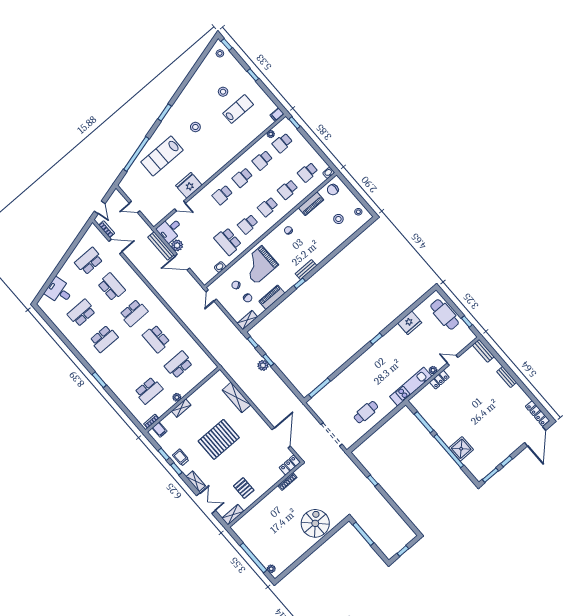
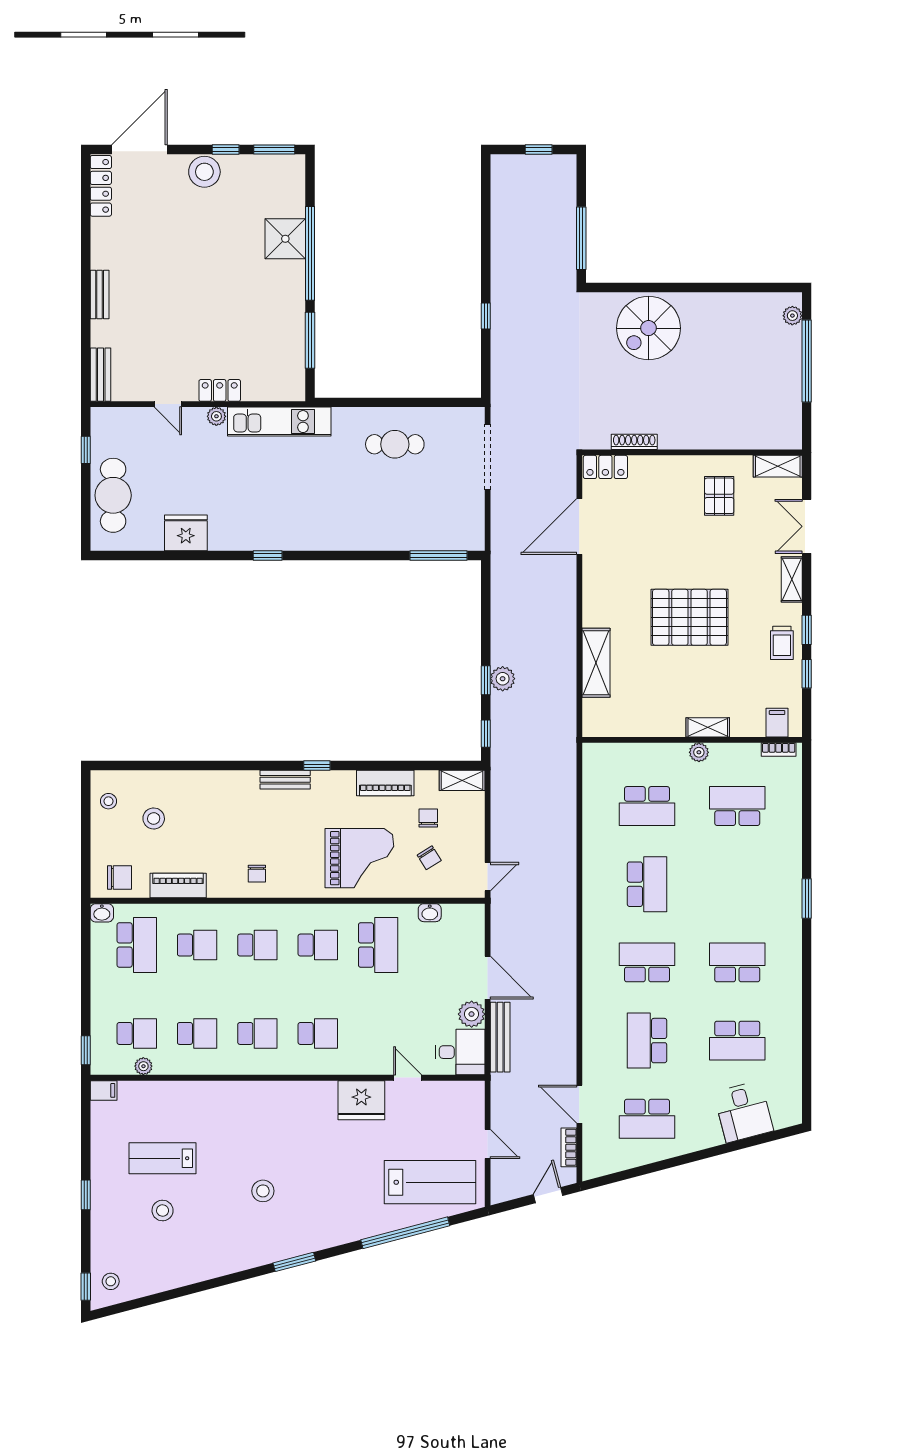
lab bench: (162, 156) -> (430, 1182), moved
school desk: (308, 172) -> (137, 945), width x1.85
stool: (507, 448) -> (204, 172), added

